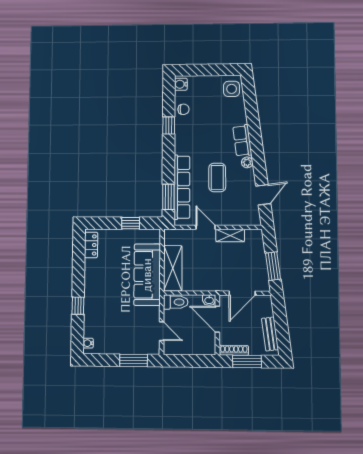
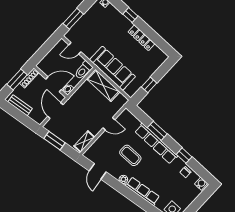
row of seats: (242, 141) -> (143, 191), width x1.48
row of seats: (182, 187) -> (156, 144), moved
window: (168, 197) -> (157, 131), moved
shelving: (230, 235) -> (84, 142), moved
locker: (91, 245) -> (141, 38), moved, width x1.53

